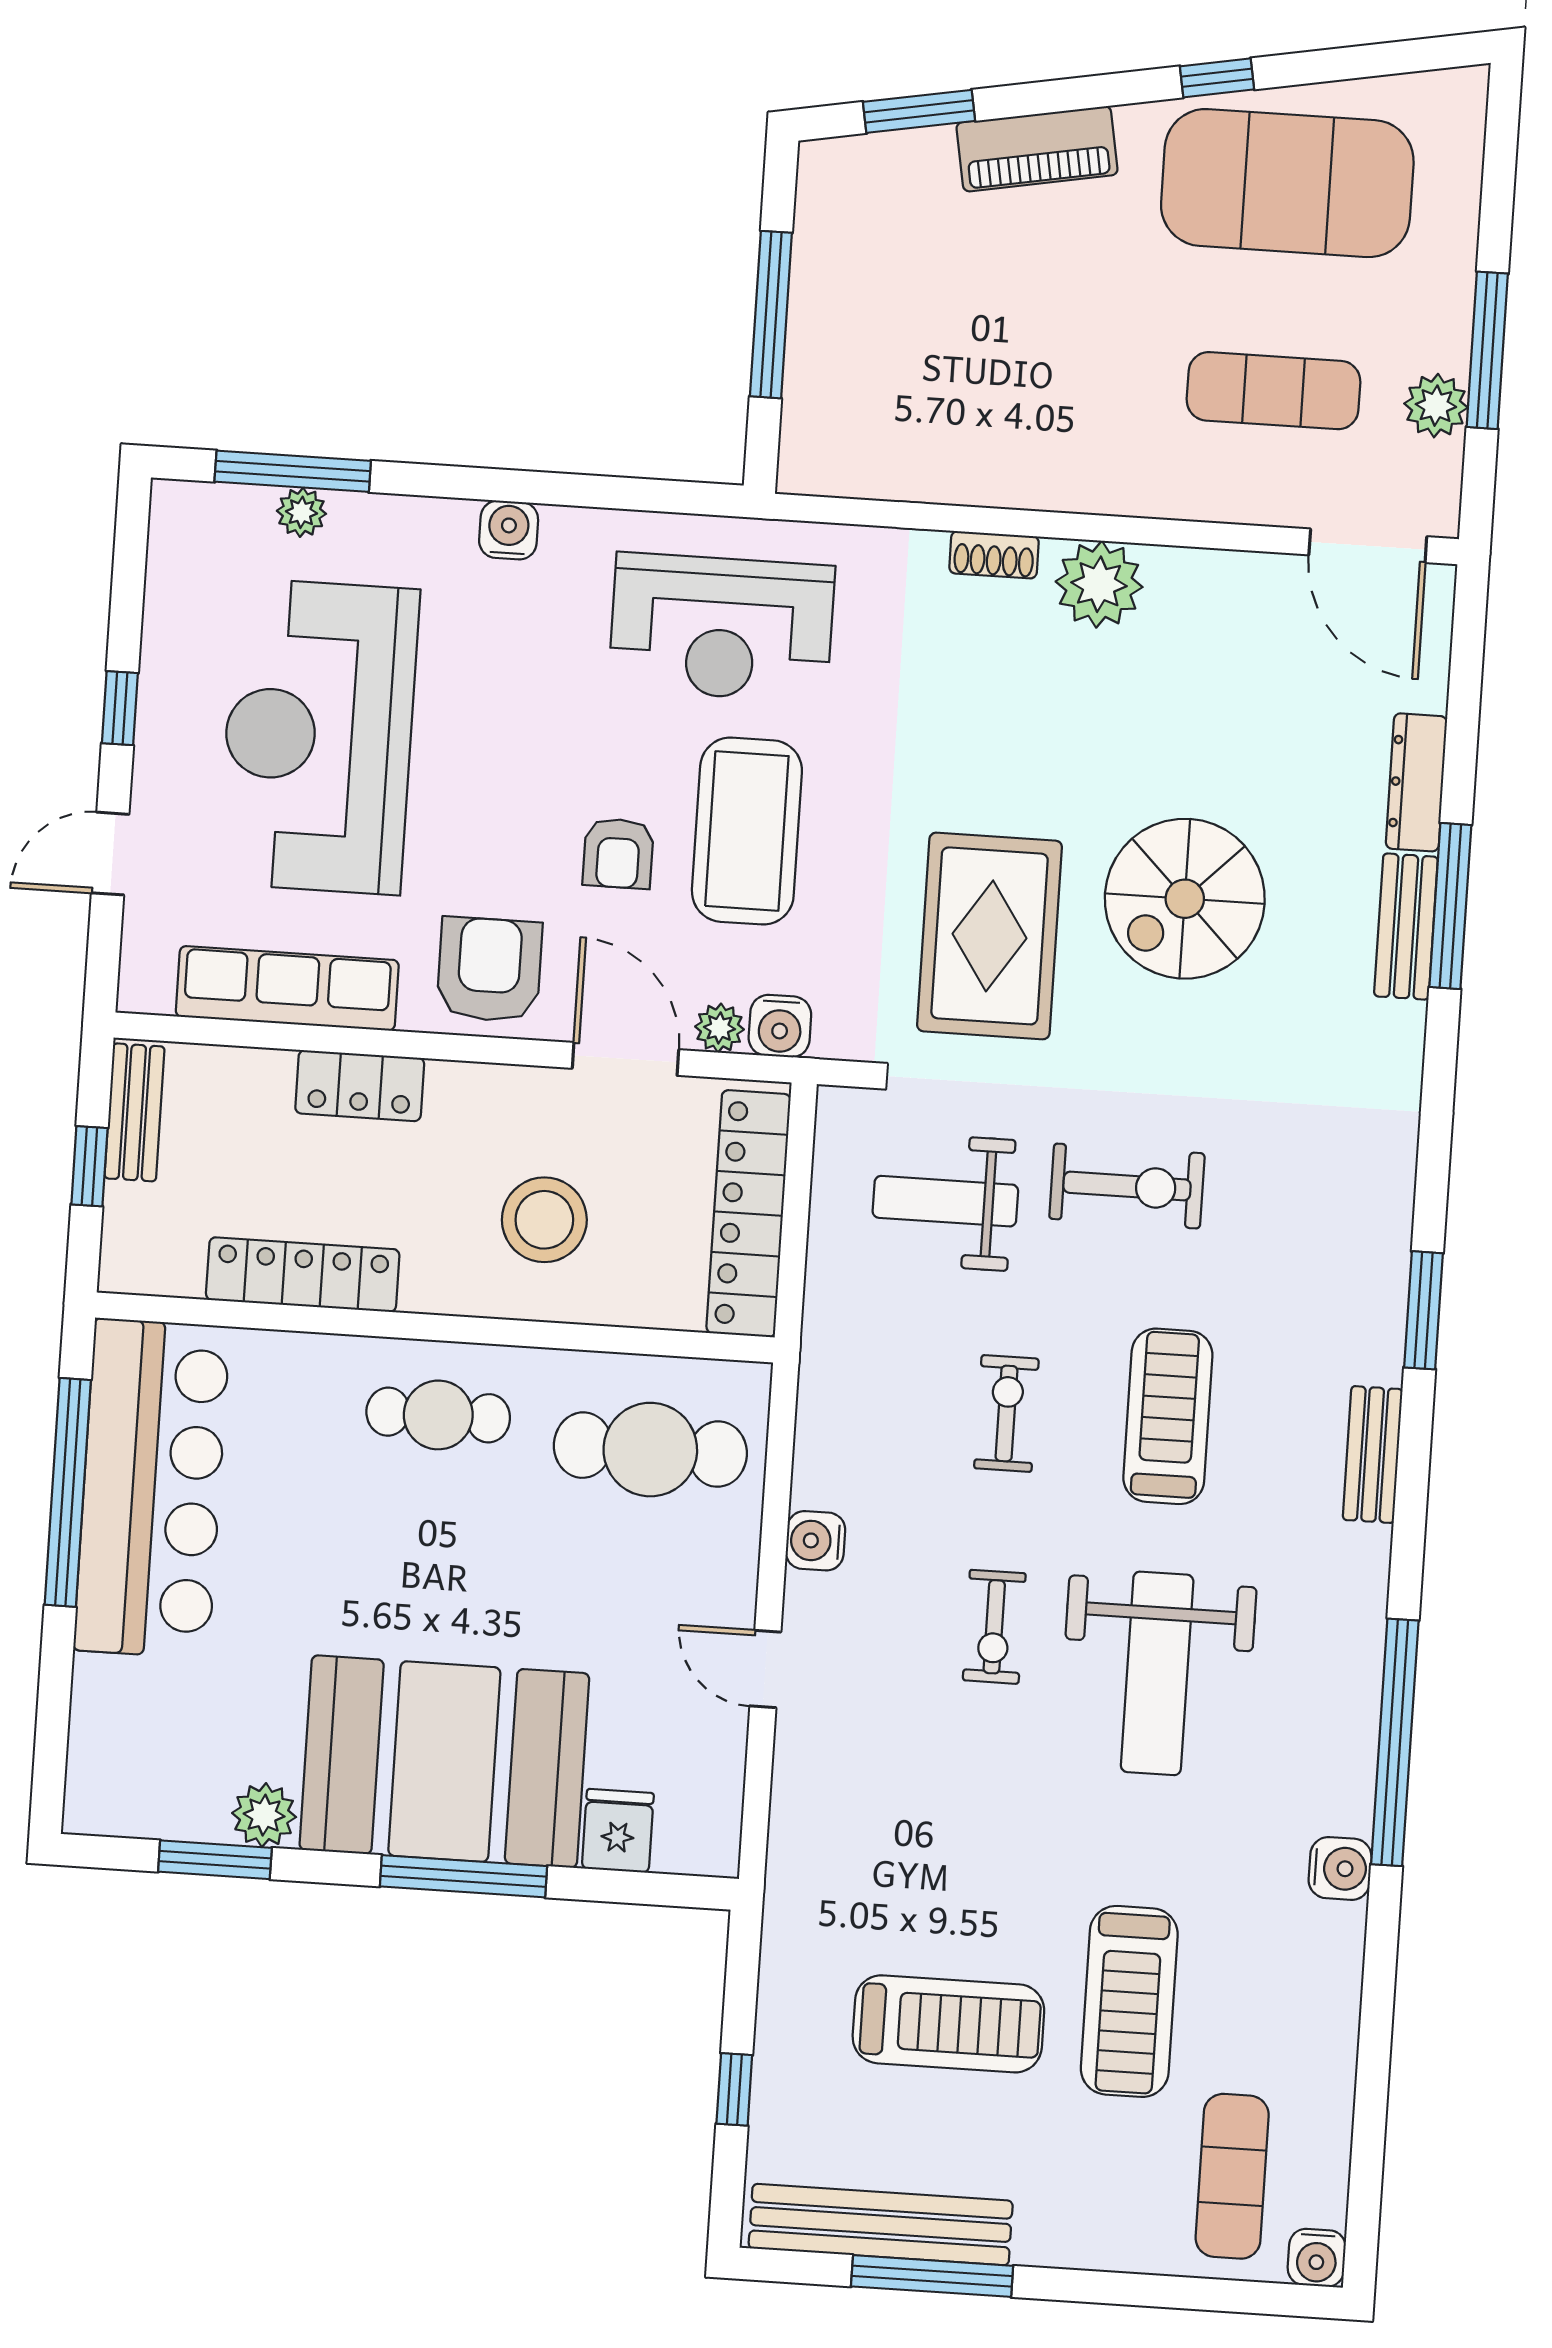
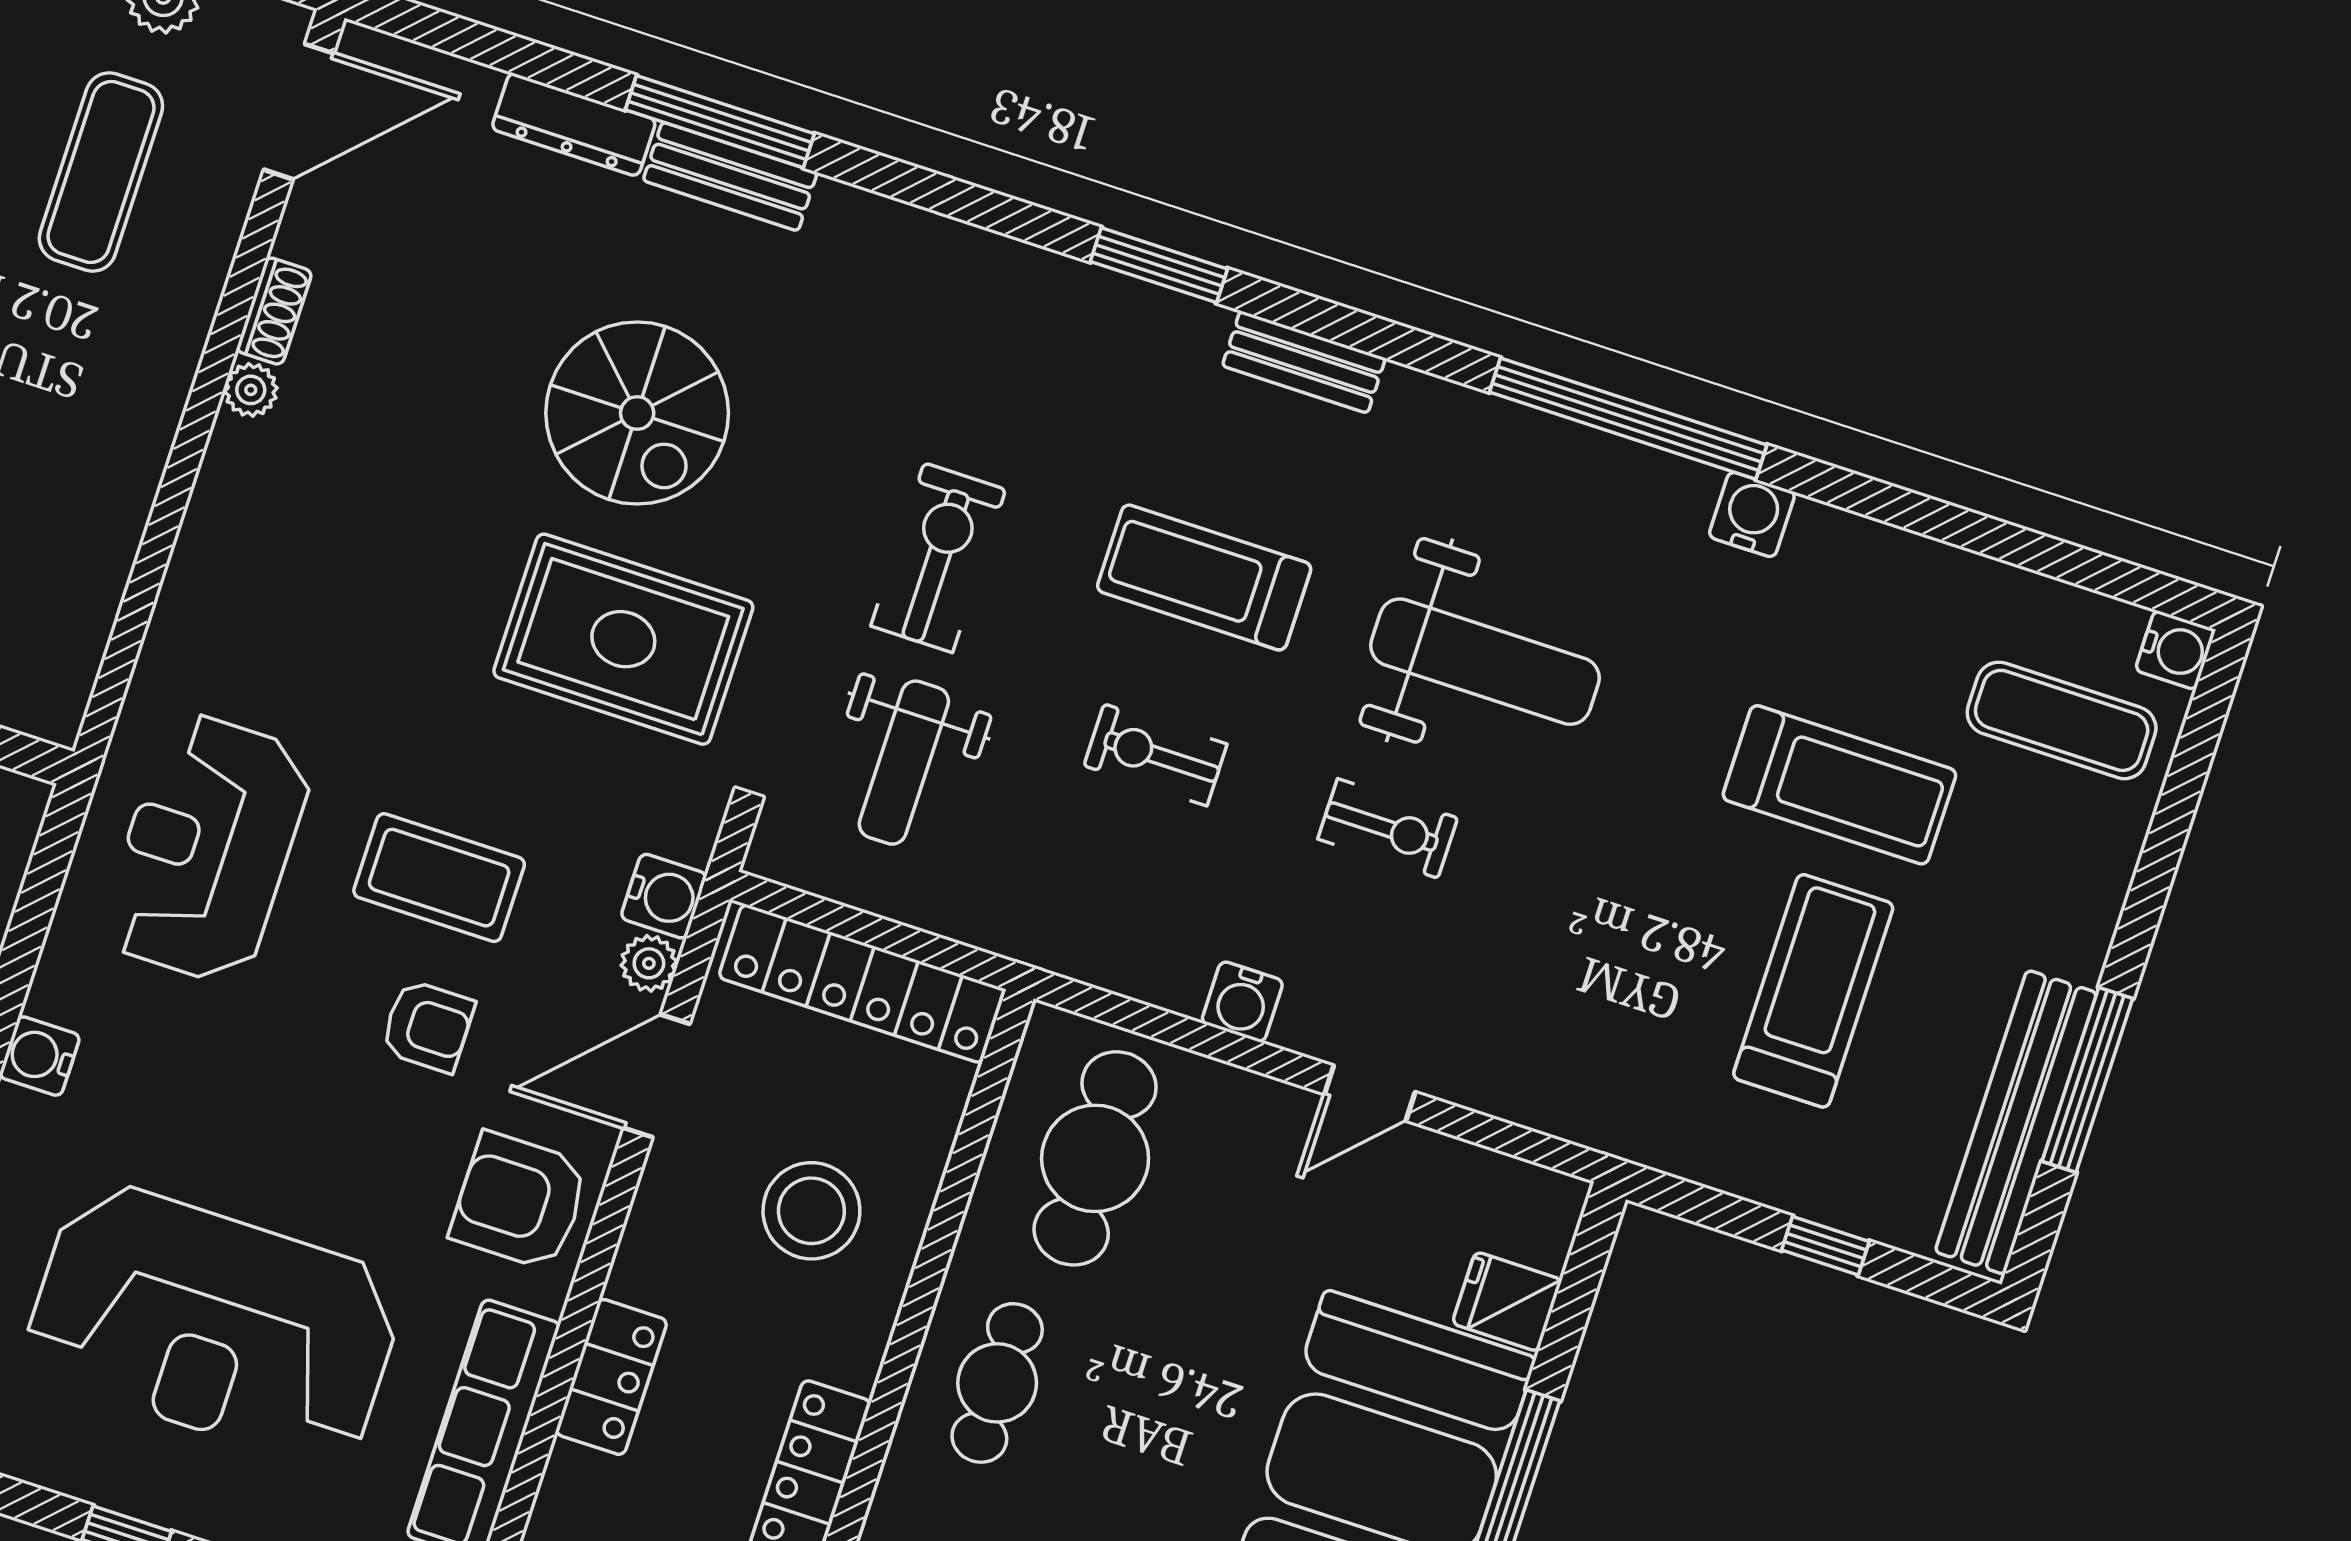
shoe rack: (994, 555) -> (274, 311), moved
plant: (1099, 584) -> (251, 390), width x0.53, depth x0.53
reception desk: (722, 627) -> (207, 848), turned 180
coffee table: (747, 831) -> (439, 878), width x0.73, depth x0.76

